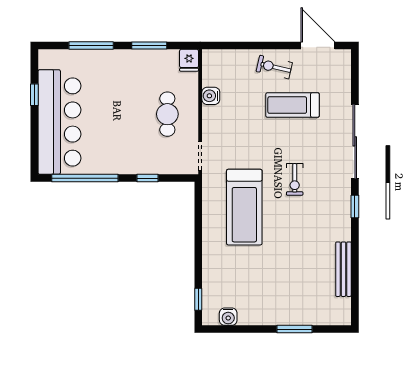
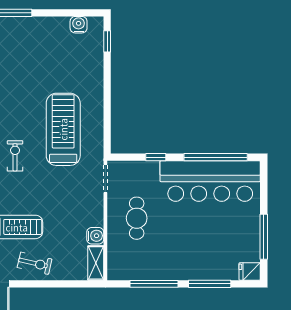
window: (149, 45) -> (154, 284), width x1.44
fridge: (189, 60) -> (250, 271), moved, turned -90
shelving: (210, 67) -> (96, 263), added
window: (34, 95) -> (264, 237), width x2.17
bar counter: (59, 122) -> (210, 181), moved, turned -90

